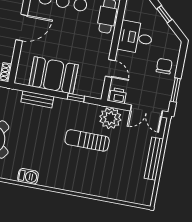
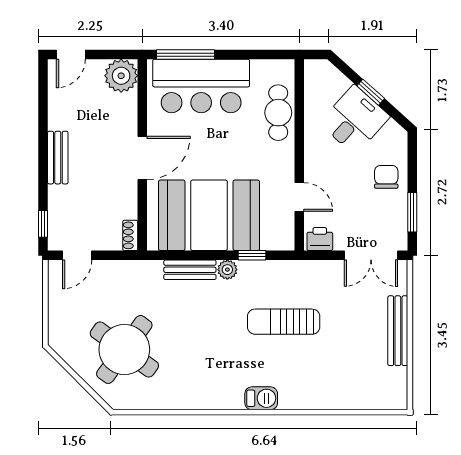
desk: (135, 37) -> (355, 120), moved, turned 132
booth: (54, 75) -> (209, 215), width x1.36, depth x1.42
plant: (110, 118) -> (227, 270), moved, width x0.53, depth x0.53
barbecue: (28, 176) -> (261, 398), moved

